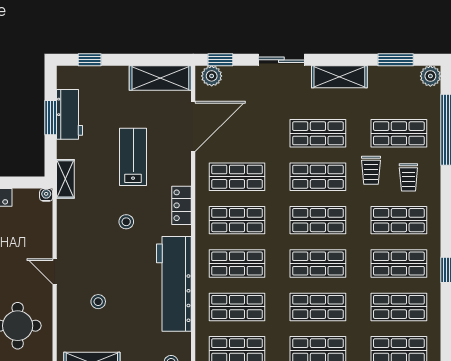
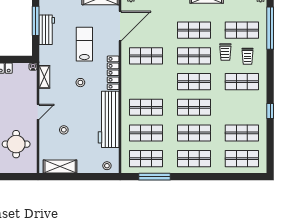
workbench: (70, 114) -> (47, 30), moved
window: (51, 118) -> (36, 21), width x1.44
shelving: (65, 179) -> (44, 77), moved
locker: (182, 205) -> (113, 73), width x1.53
shop shelf: (237, 220) -> (146, 82), removed
shop shelf: (399, 264) -> (242, 107), removed
door: (55, 271) -> (38, 112), swing flipped

